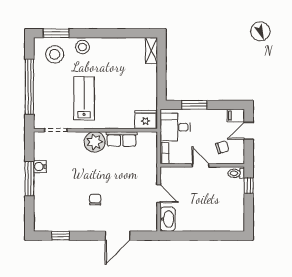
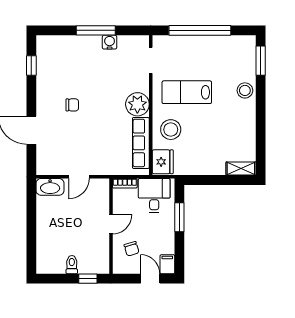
stool: (55, 54) -> (171, 130), moved
lab bench: (84, 98) -> (187, 92), turned 180
row of seats: (121, 139) -> (141, 143), width x1.48
toilet: (236, 173) -> (72, 265), moved

